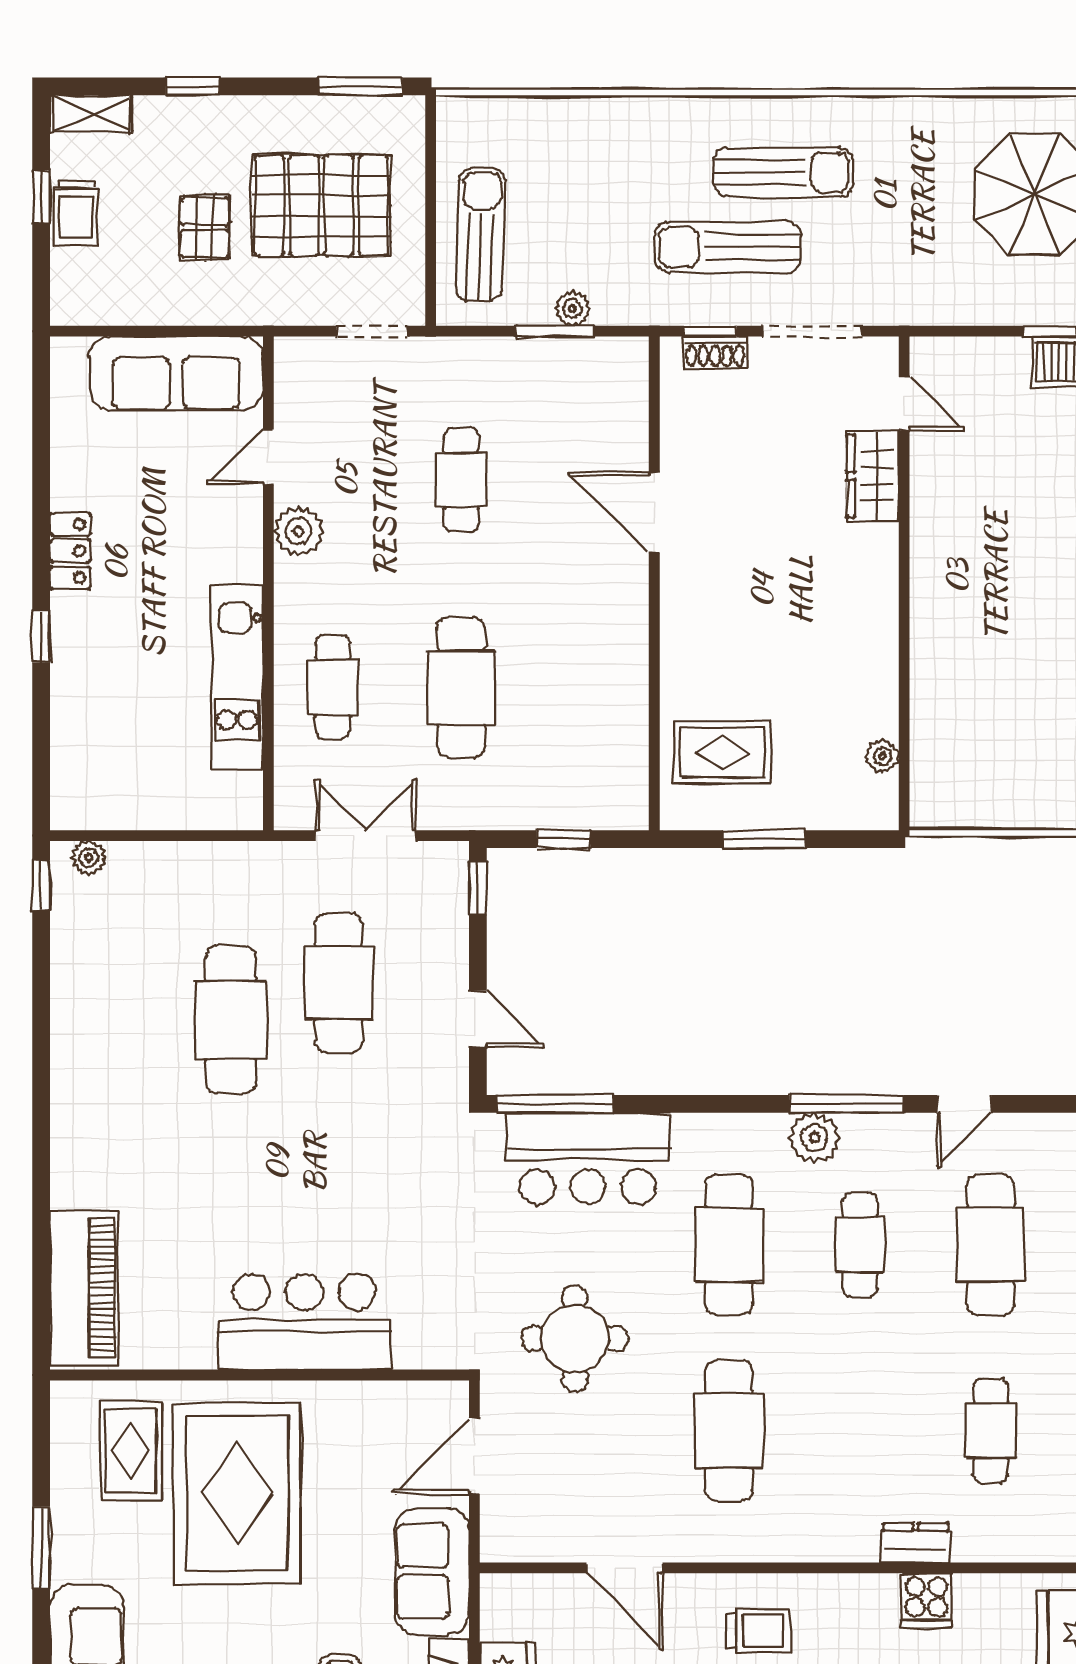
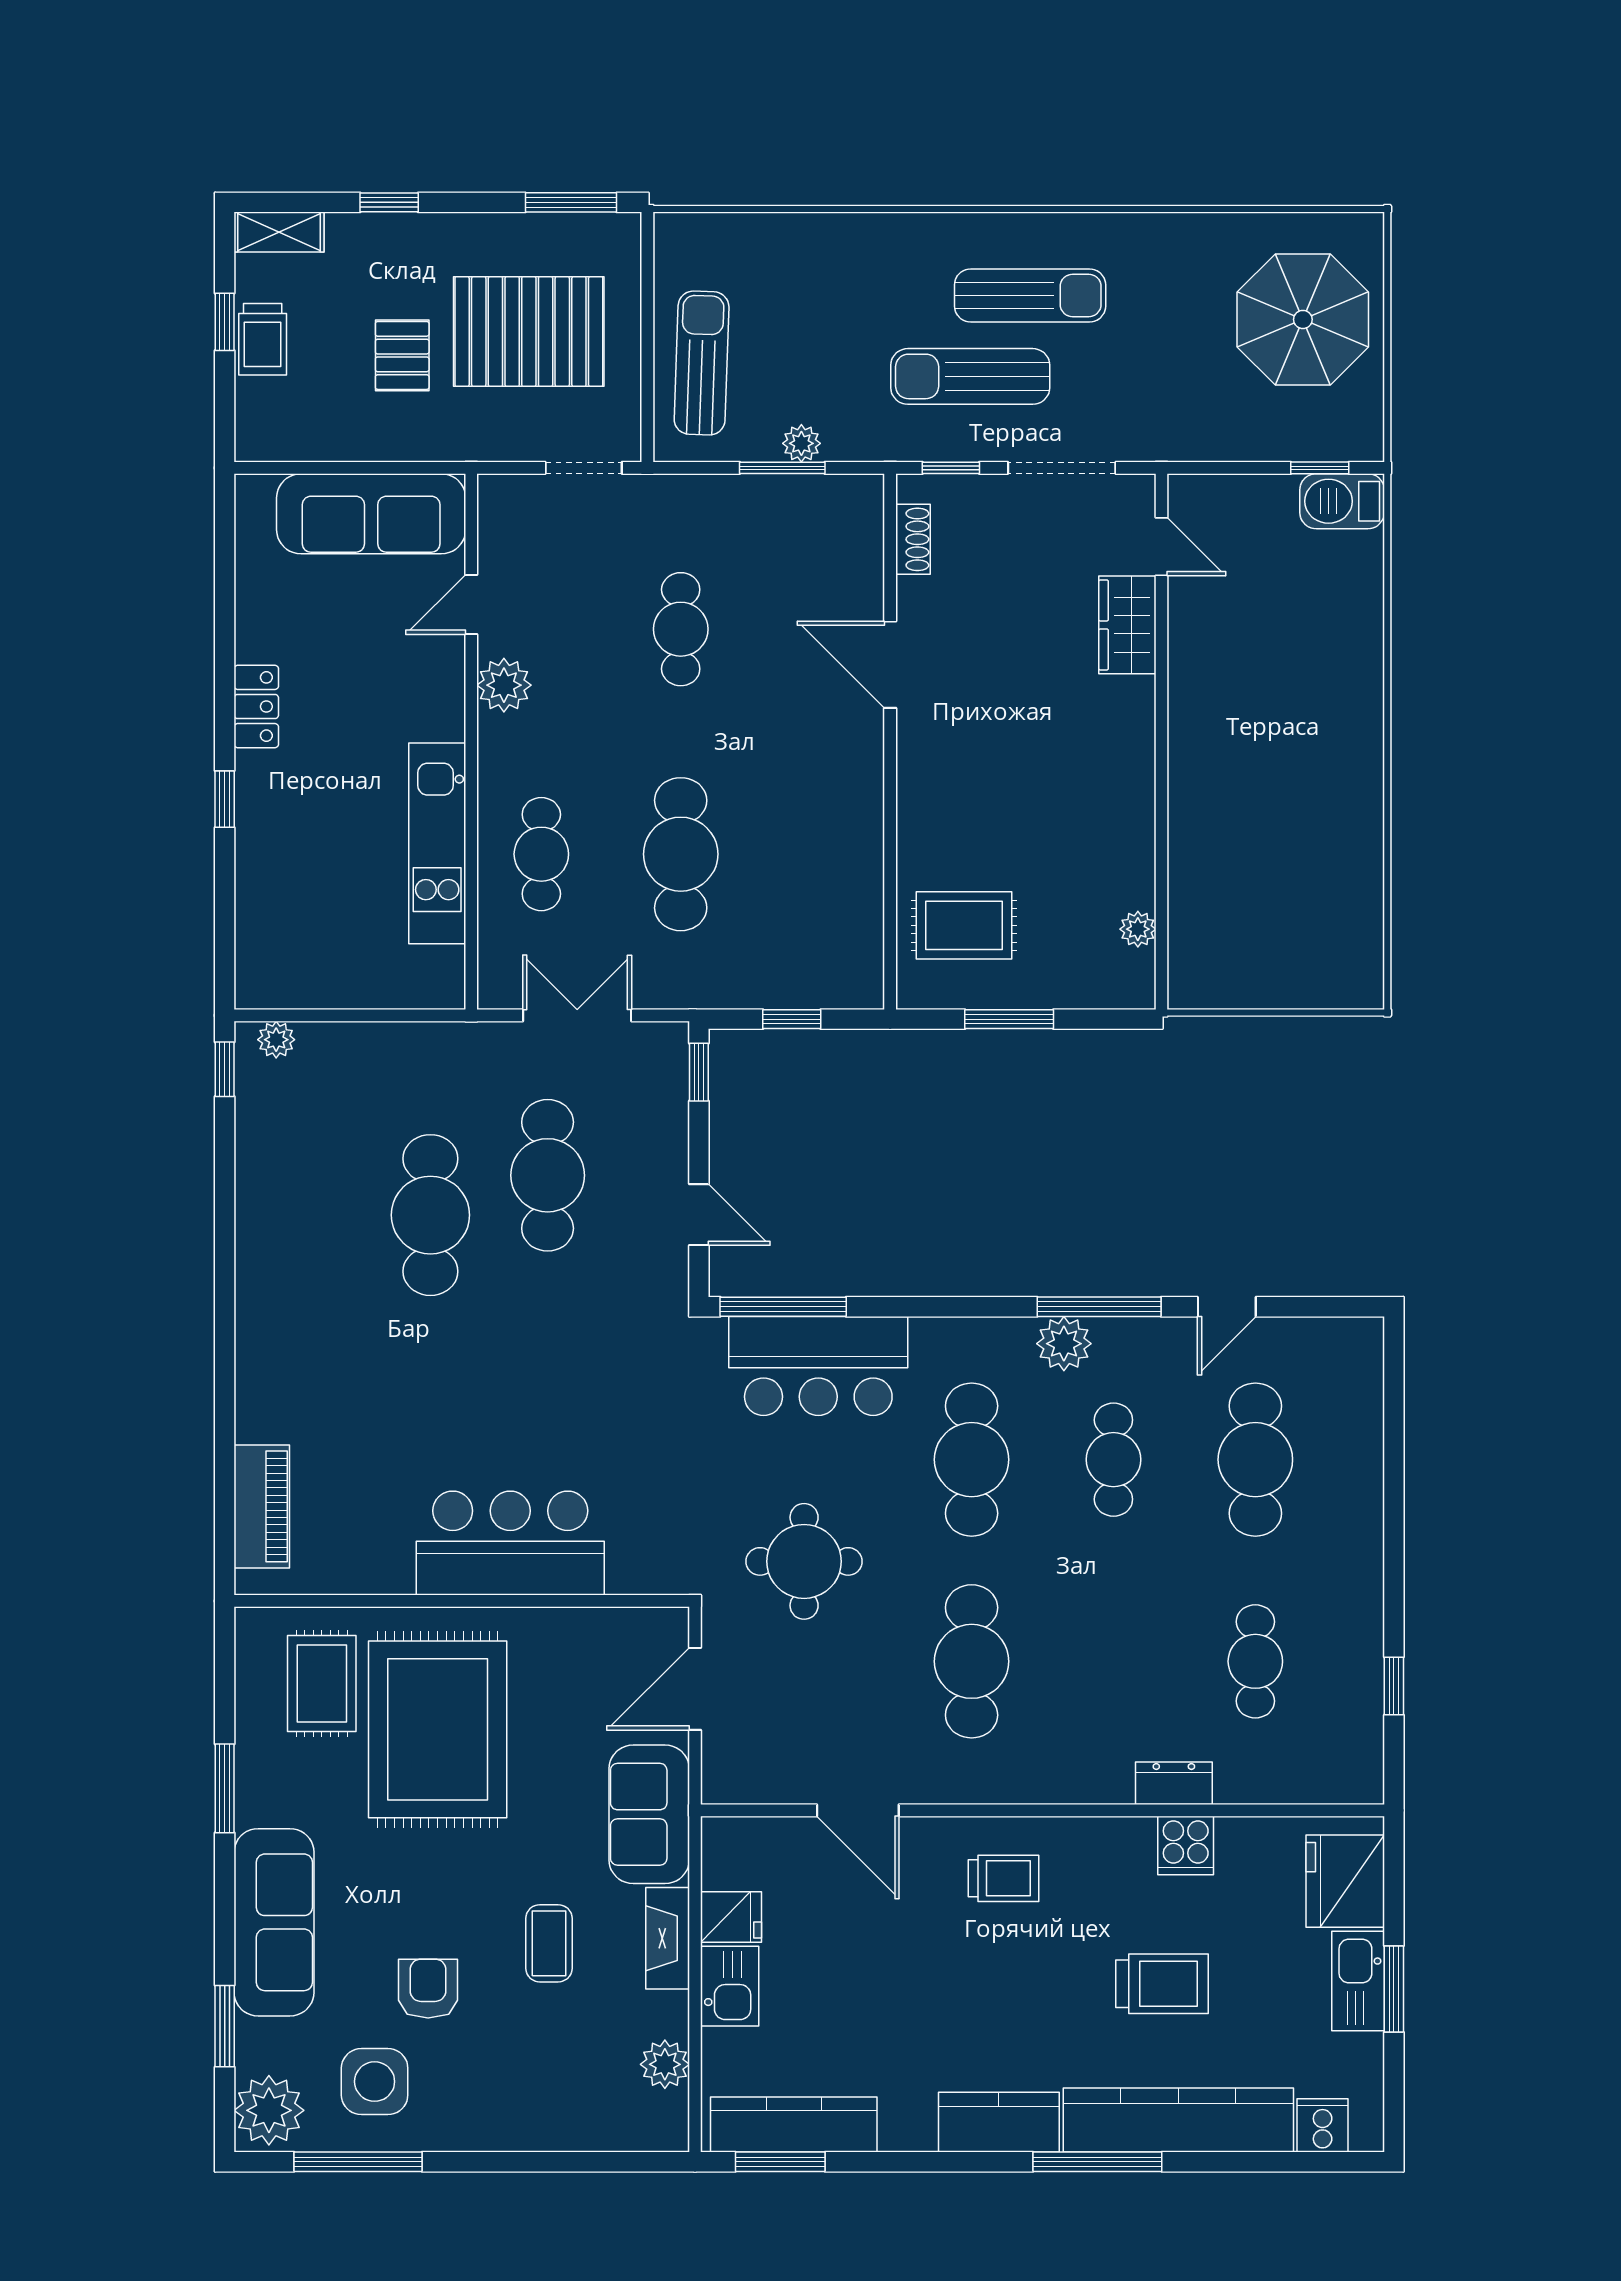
shoe rack: (715, 352) -> (913, 539), moved, turned -90
piano: (84, 1288) -> (262, 1506), width x0.73, depth x0.75

